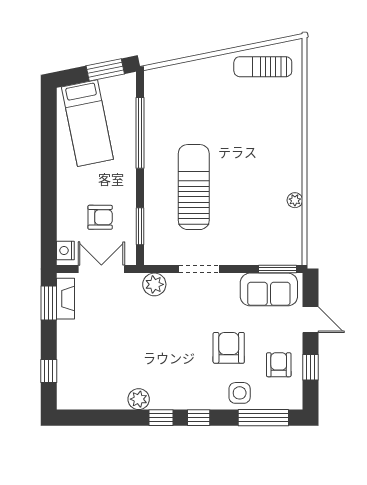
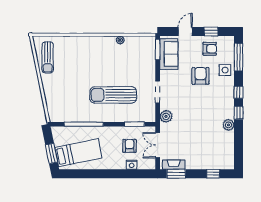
window: (105, 70) -> (51, 153), moved
nightstand: (65, 250) -> (132, 165), moved
armchair: (229, 348) -> (201, 76), turned 90
armchair: (279, 365) -> (210, 49), turned 180

